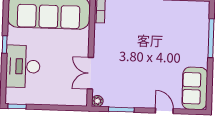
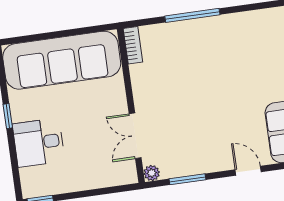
desk: (23, 66) -> (39, 142), width x0.73

